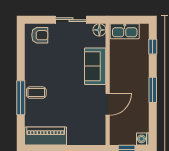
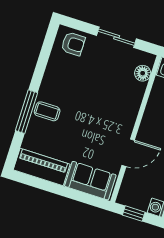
floor lamp: (99, 30) -> (143, 73), moved
sofa: (95, 66) -> (90, 181), moved, turned 90

